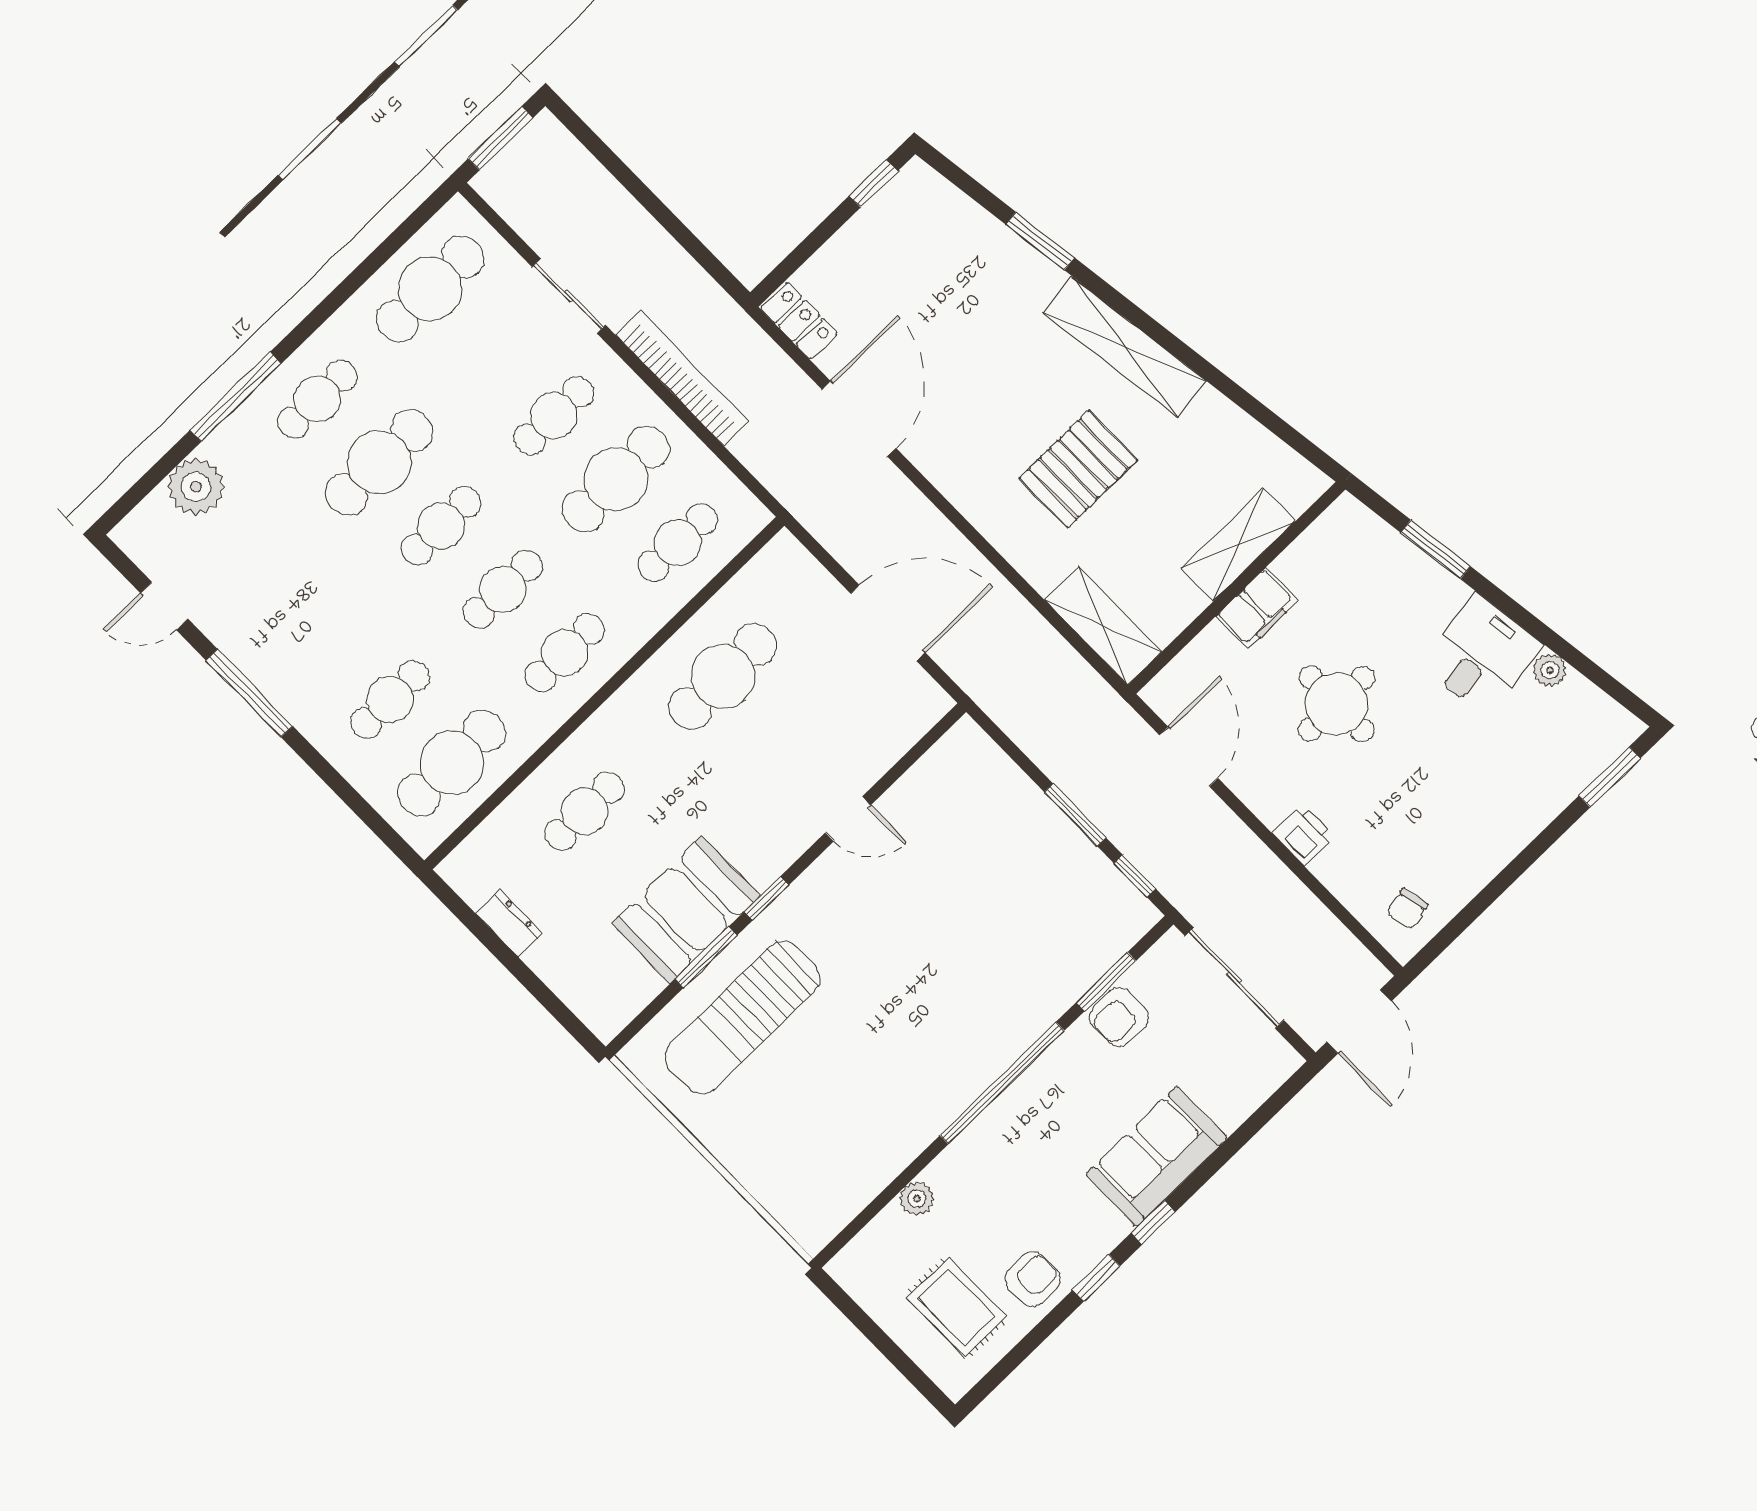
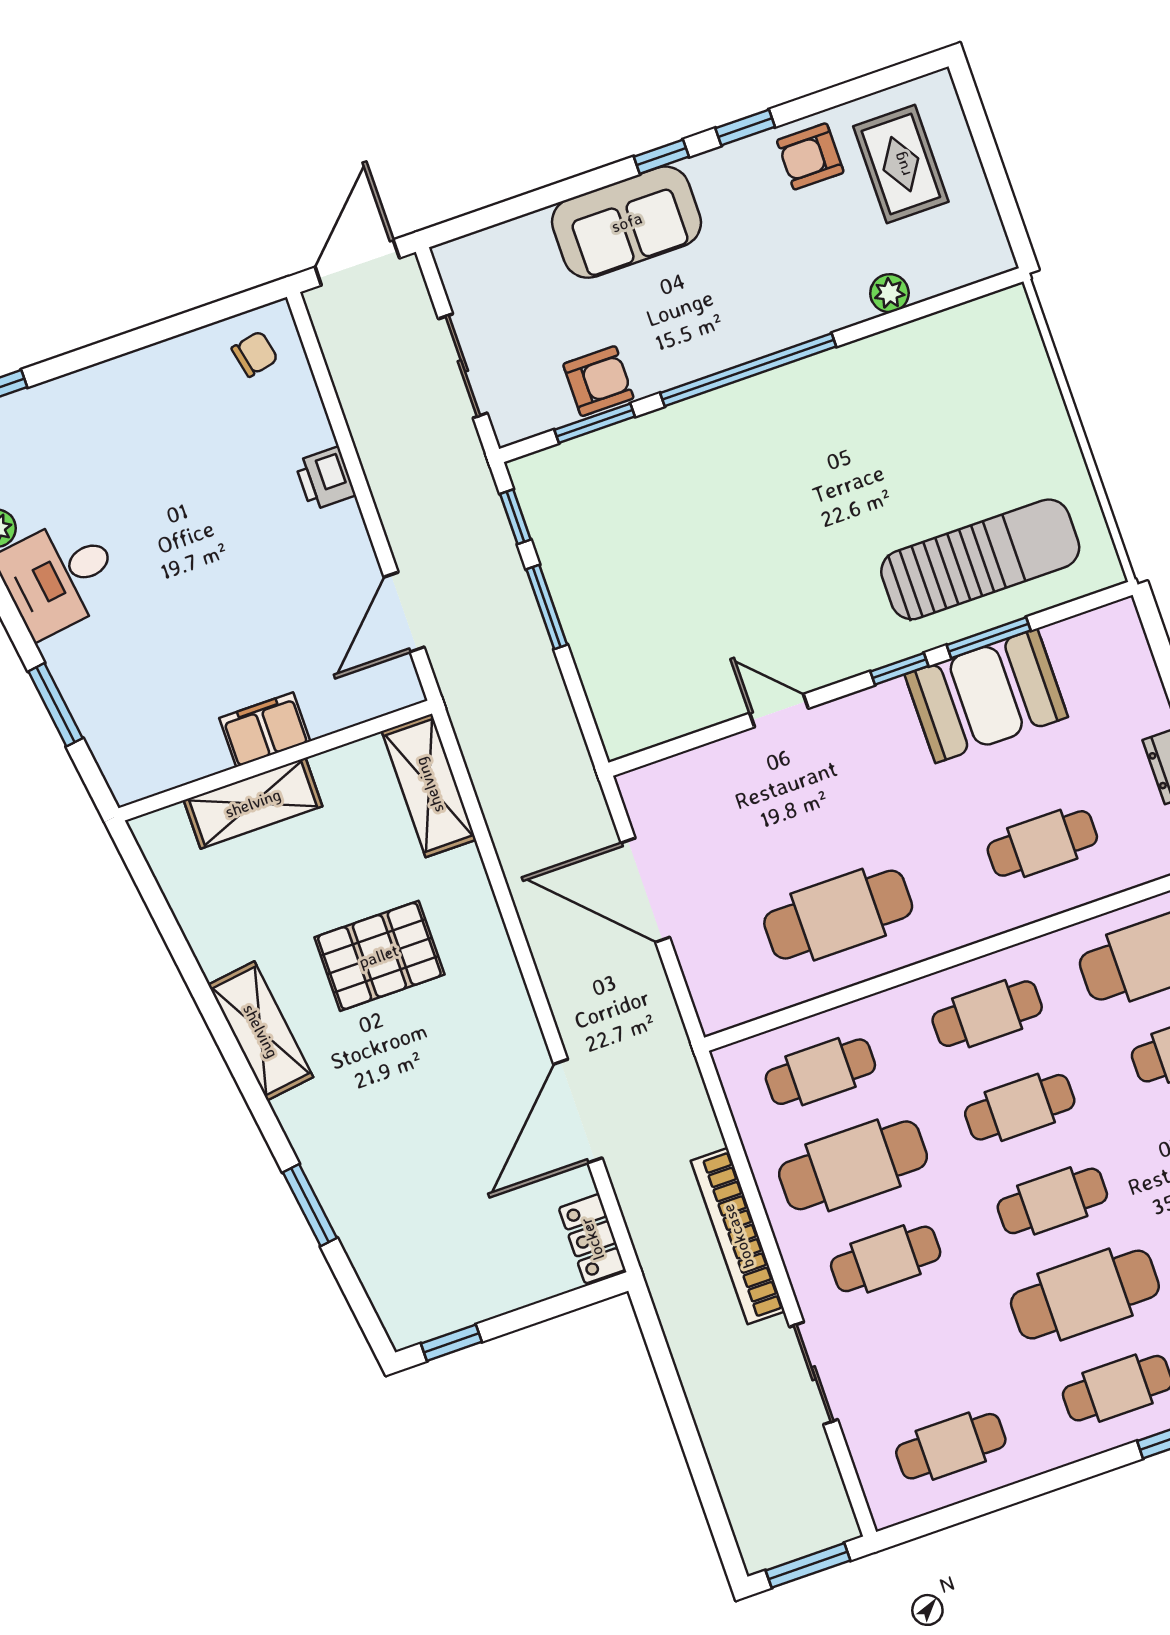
cafe table: (430, 289) -> (951, 1446), width x0.73, depth x0.74
shelving: (1125, 347) -> (261, 1031), width x0.68
round table: (1337, 704) -> (229, 595), removed
sliding door: (1234, 978) -> (463, 366), width x0.73

